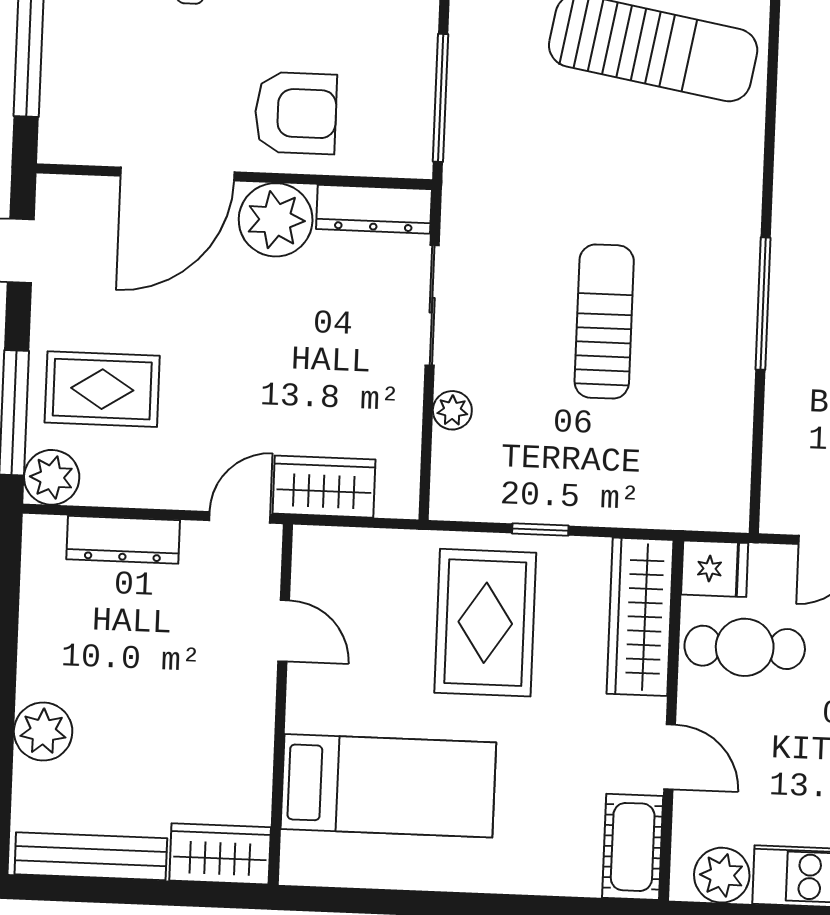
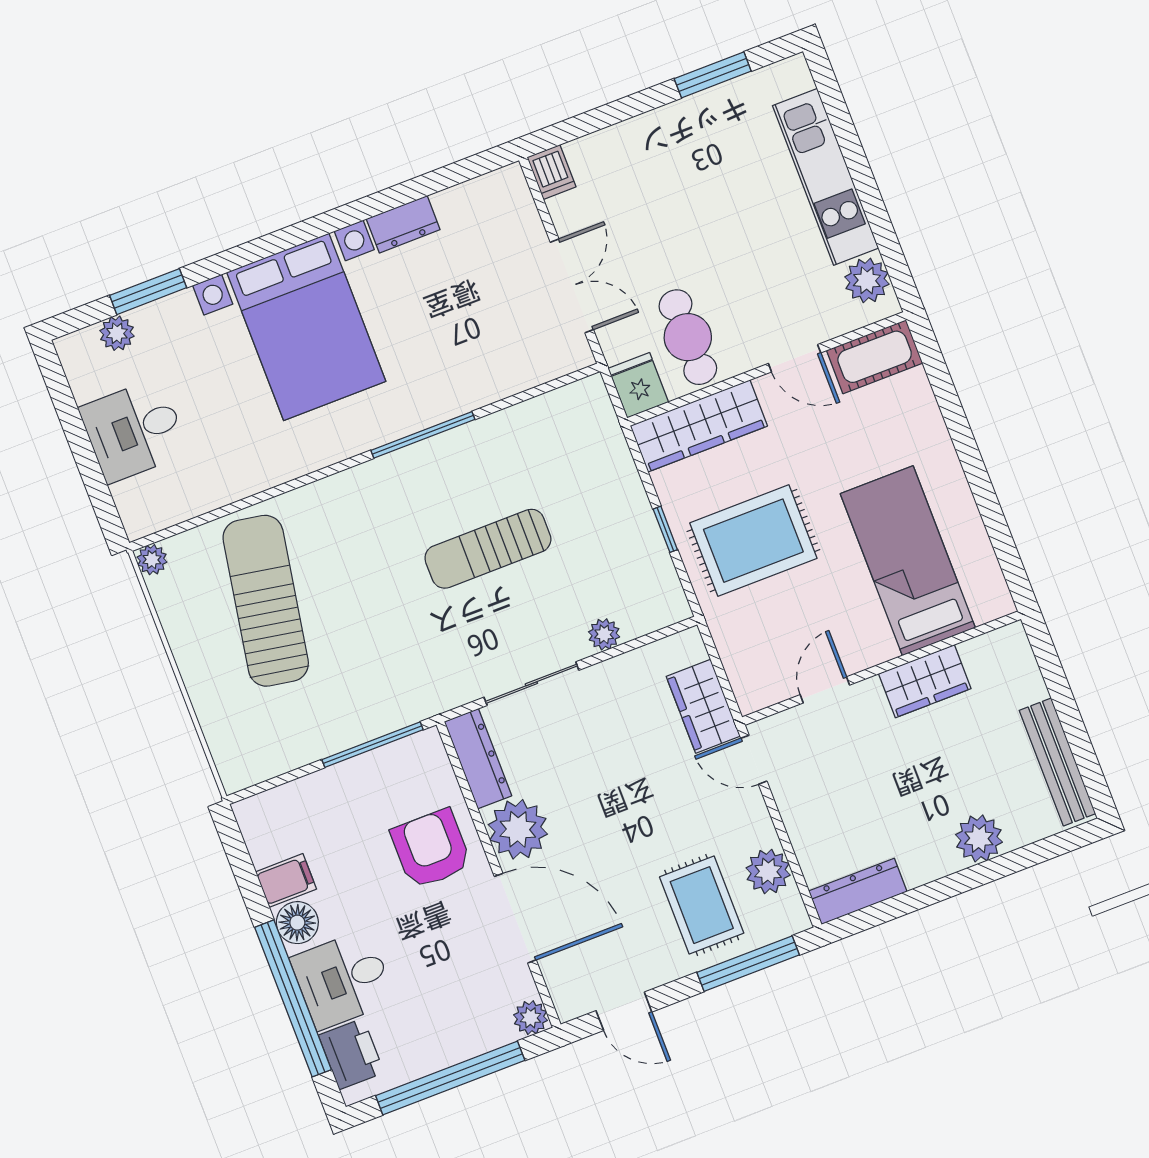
plant: (59, 143) -> (531, 1018), added
plant: (52, 477) -> (768, 872), moved
dresser: (123, 540) -> (858, 891), moved, turned -90
door: (670, 757) -> (795, 358), swing flipped
wardrobe: (220, 854) -> (925, 681), moved, turned -90

